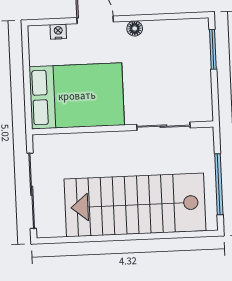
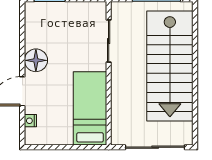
floor lamp: (135, 28) -> (36, 60), width x1.89, depth x1.89
bed: (77, 96) -> (90, 108), width x0.67

